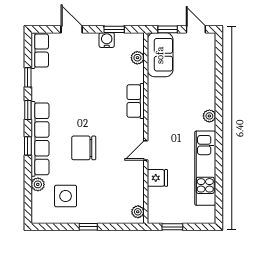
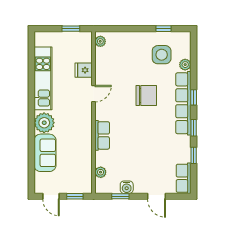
sofa: (160, 55) -> (45, 153), moved, turned 180
plant: (209, 116) -> (44, 123), width x1.88, depth x1.88
window: (88, 227) -> (164, 29), moved

